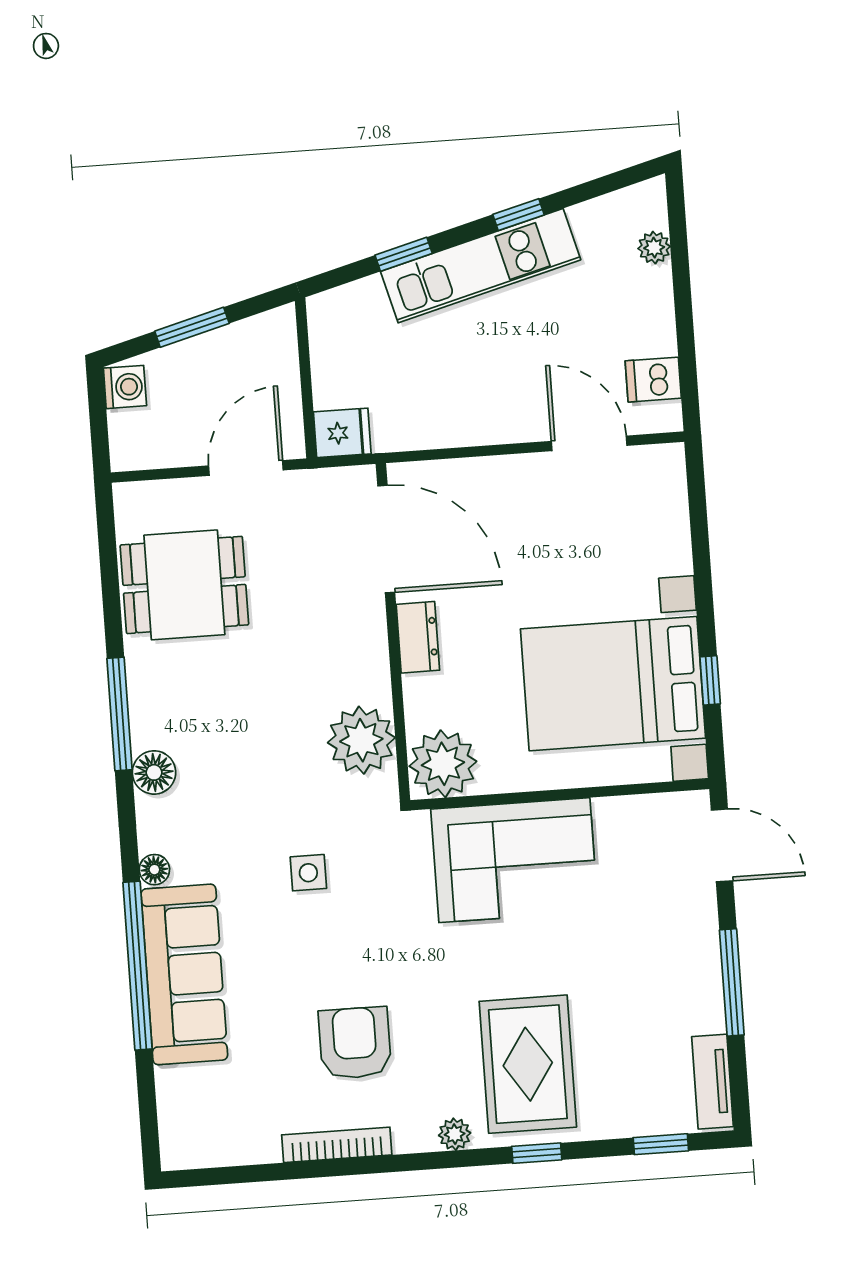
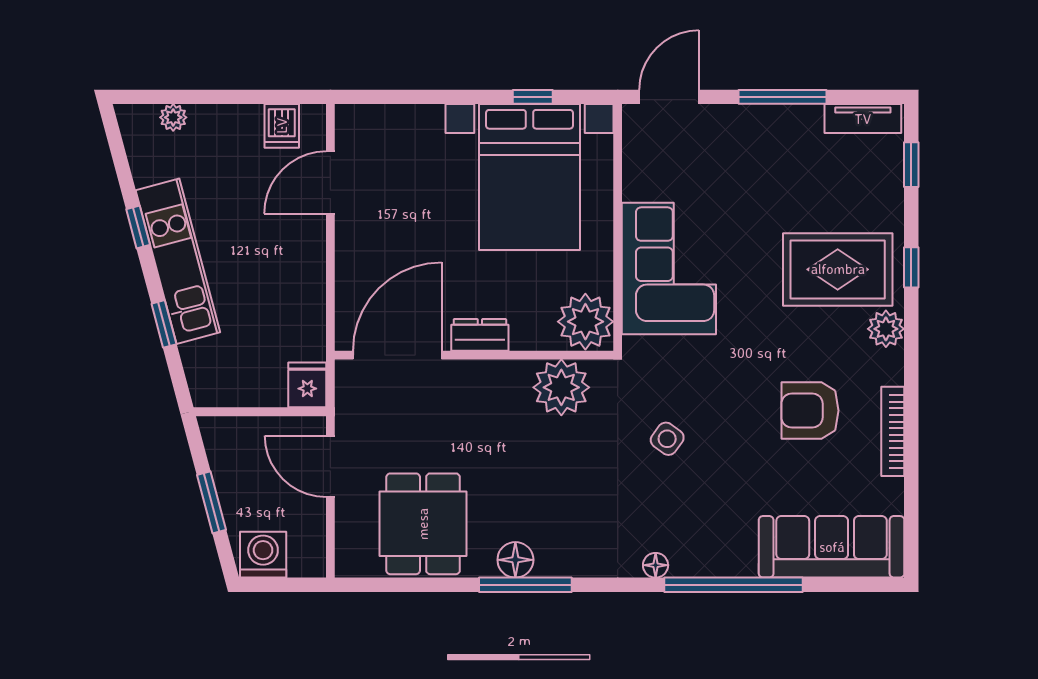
washing machine: (125, 387) -> (263, 555), width x1.38, depth x1.38
floor lamp: (154, 772) -> (515, 560), moved
side table: (308, 873) -> (667, 439), turned 36
sofa: (184, 974) -> (832, 547), moved
plant: (455, 1134) -> (886, 329), width x1.38, depth x1.38

